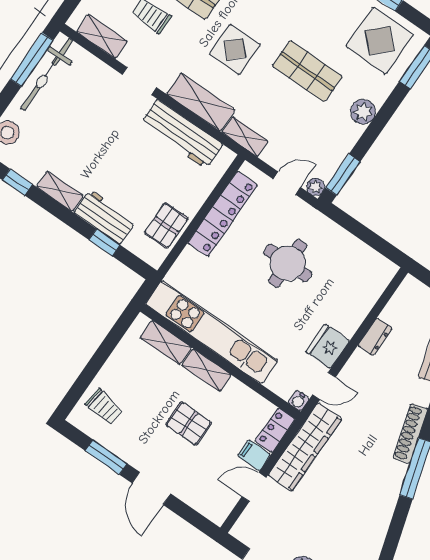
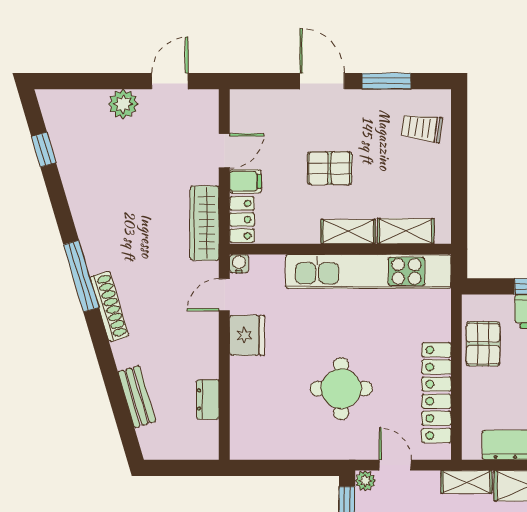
door: (287, 183) -> (395, 465), swing flipped
dresser: (375, 337) -> (208, 399), moved
wardrobe: (305, 447) -> (205, 223), width x0.71, depth x0.85

